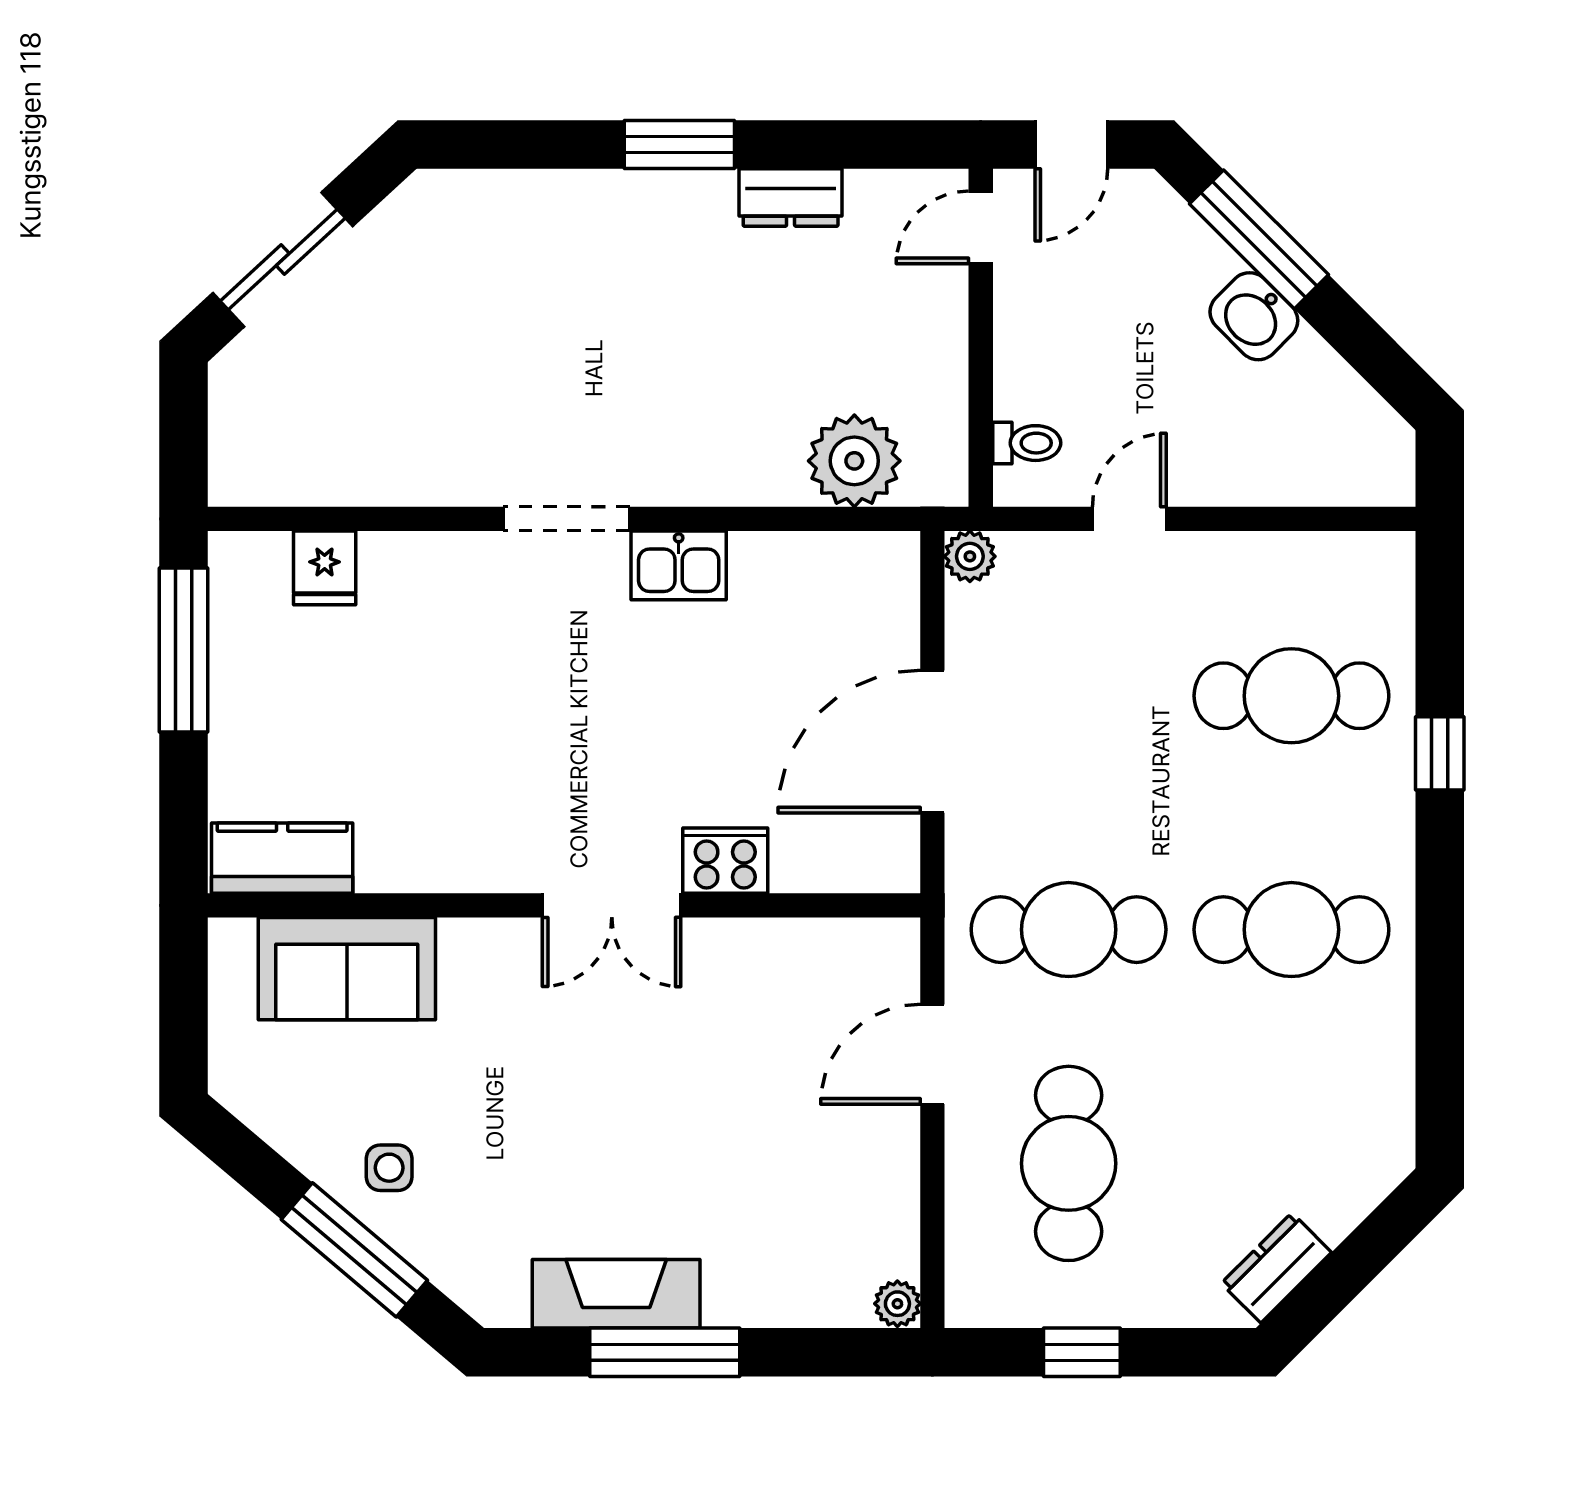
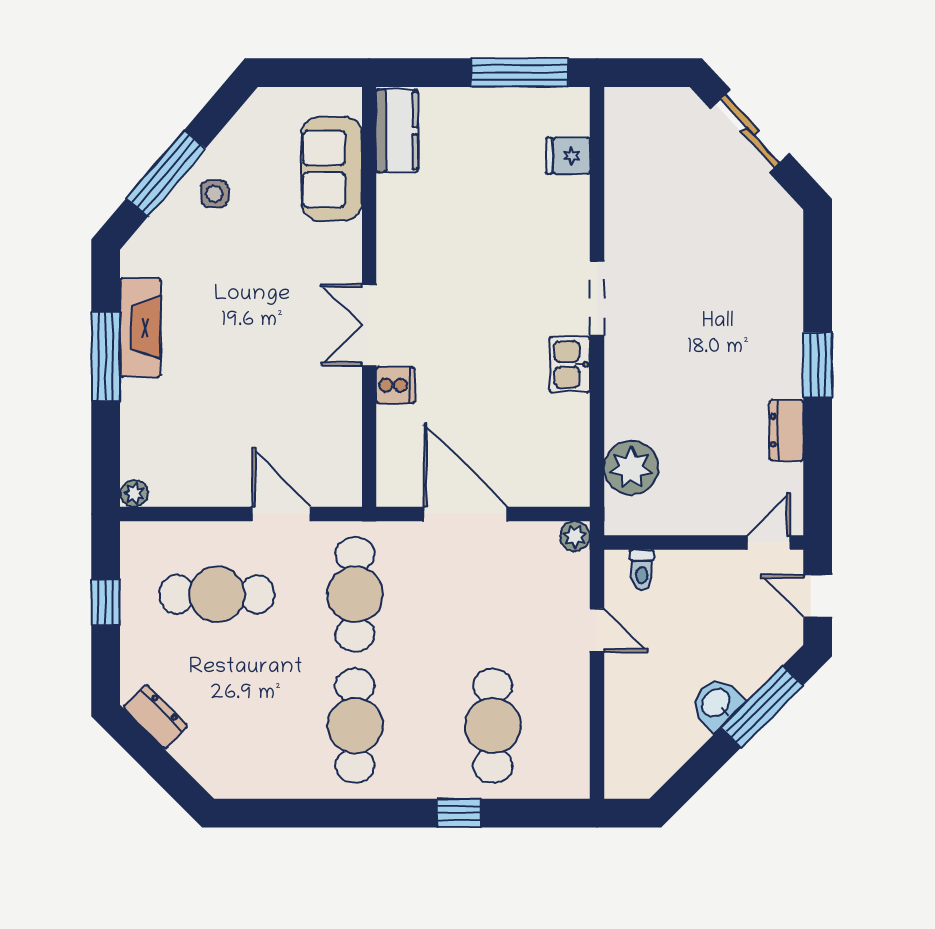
door: (981, 227) -> (769, 542), hinge flipped
cooker: (725, 861) -> (396, 385), width x0.73

